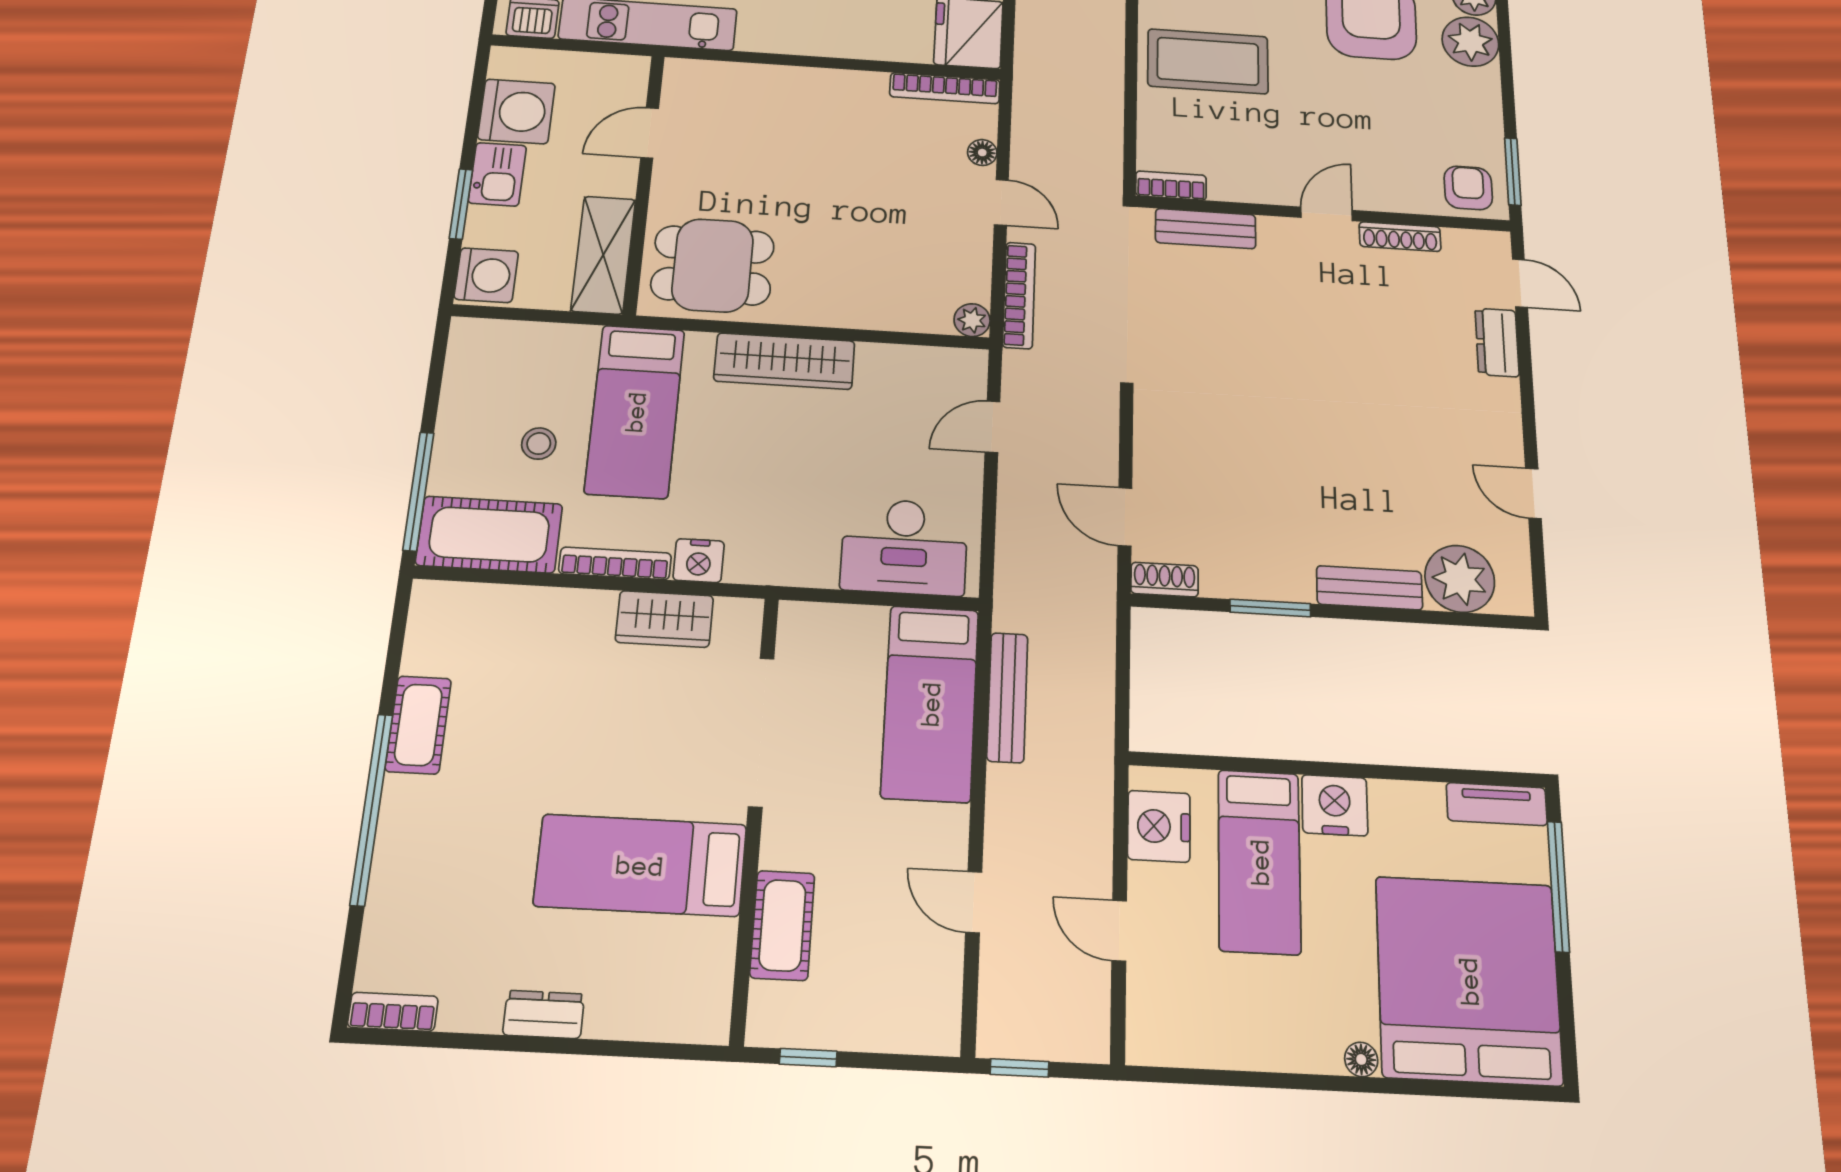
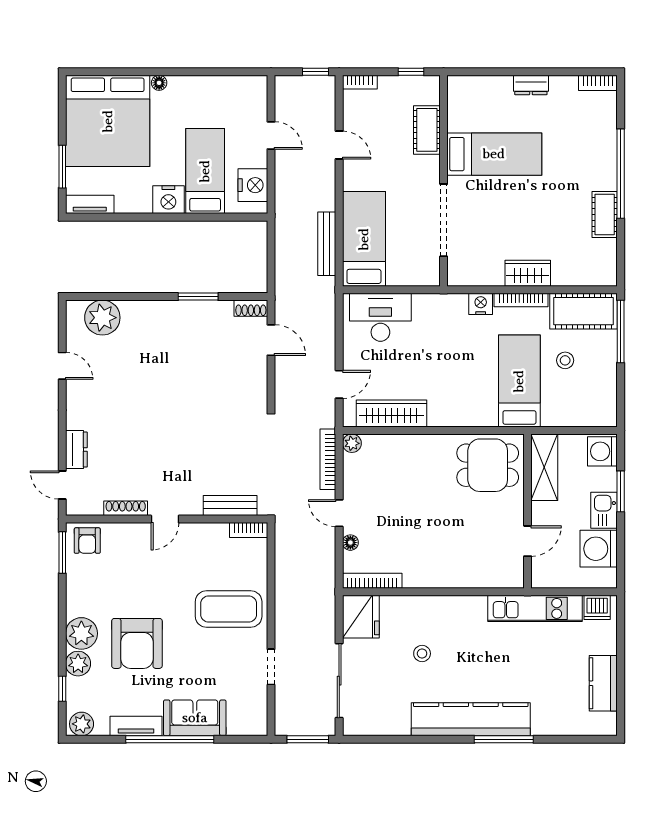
wardrobe: (784, 361) -> (391, 414), moved
bench: (1369, 588) -> (148, 310), removed
wardrobe: (664, 619) -> (528, 273), moved
window: (1558, 886) -> (62, 167), width x0.69
bookcase: (923, 1040) -> (360, 82), added

